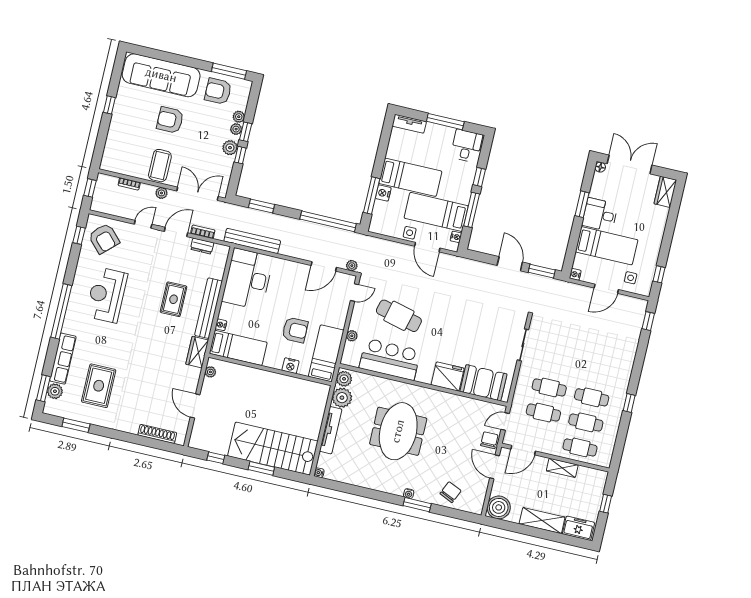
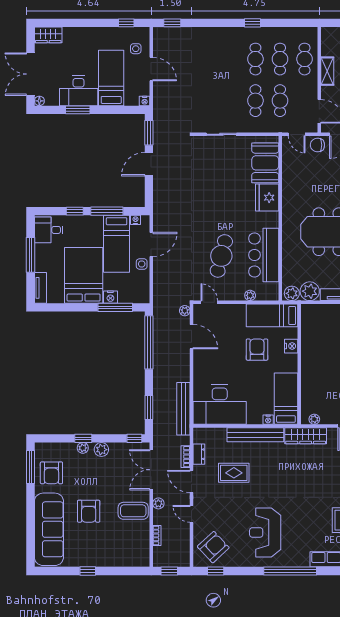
plant: (239, 117) -> (71, 448), removed
window: (240, 155) -> (134, 438), moved
bed: (410, 177) -> (84, 275), width x1.50
desk: (600, 215) -> (79, 91), width x1.37
reception desk: (107, 295) -> (265, 532), turned 90
rug: (174, 299) -> (234, 473), moved
wardrobe: (197, 352) -> (306, 436), width x1.50

